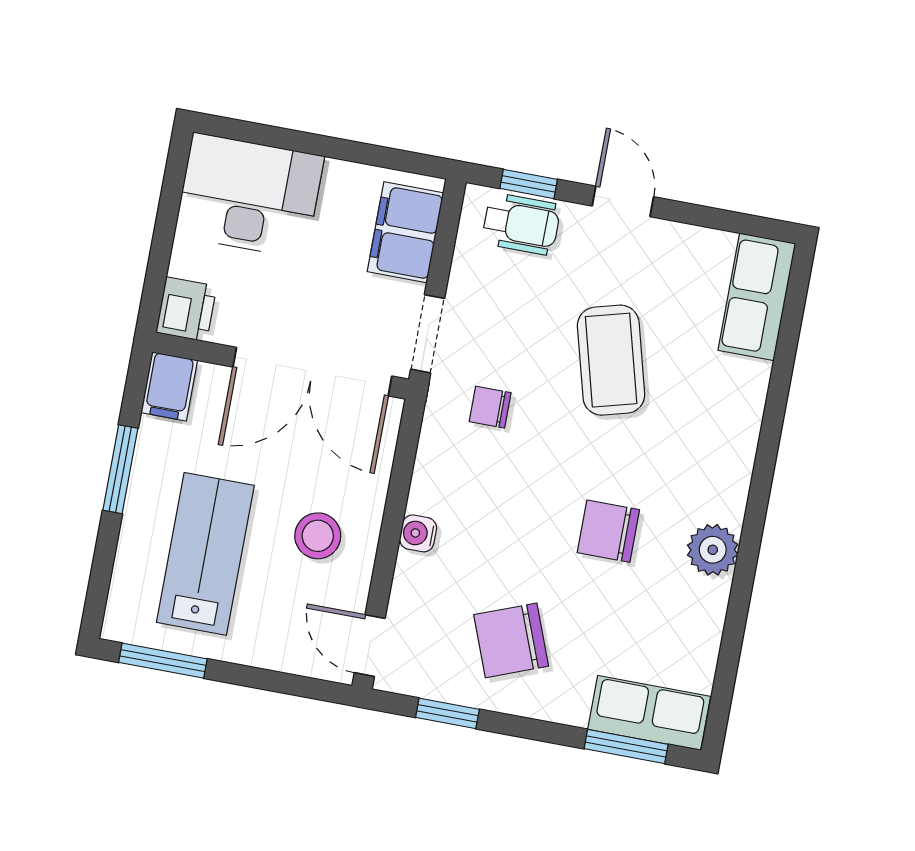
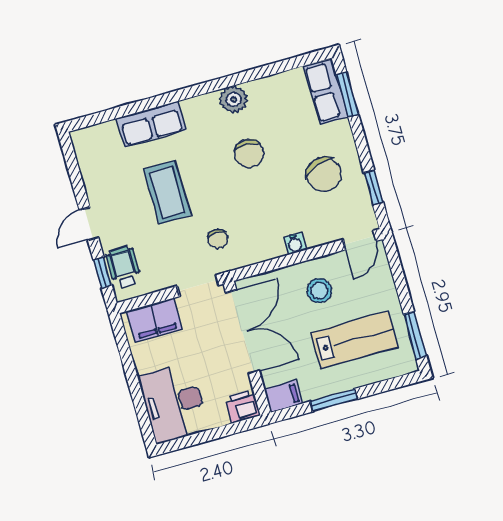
row of seats: (757, 297) -> (151, 124), moved
coffee table: (611, 360) -> (167, 192), turned -75
lab bench: (205, 554) -> (354, 340), turned 180

